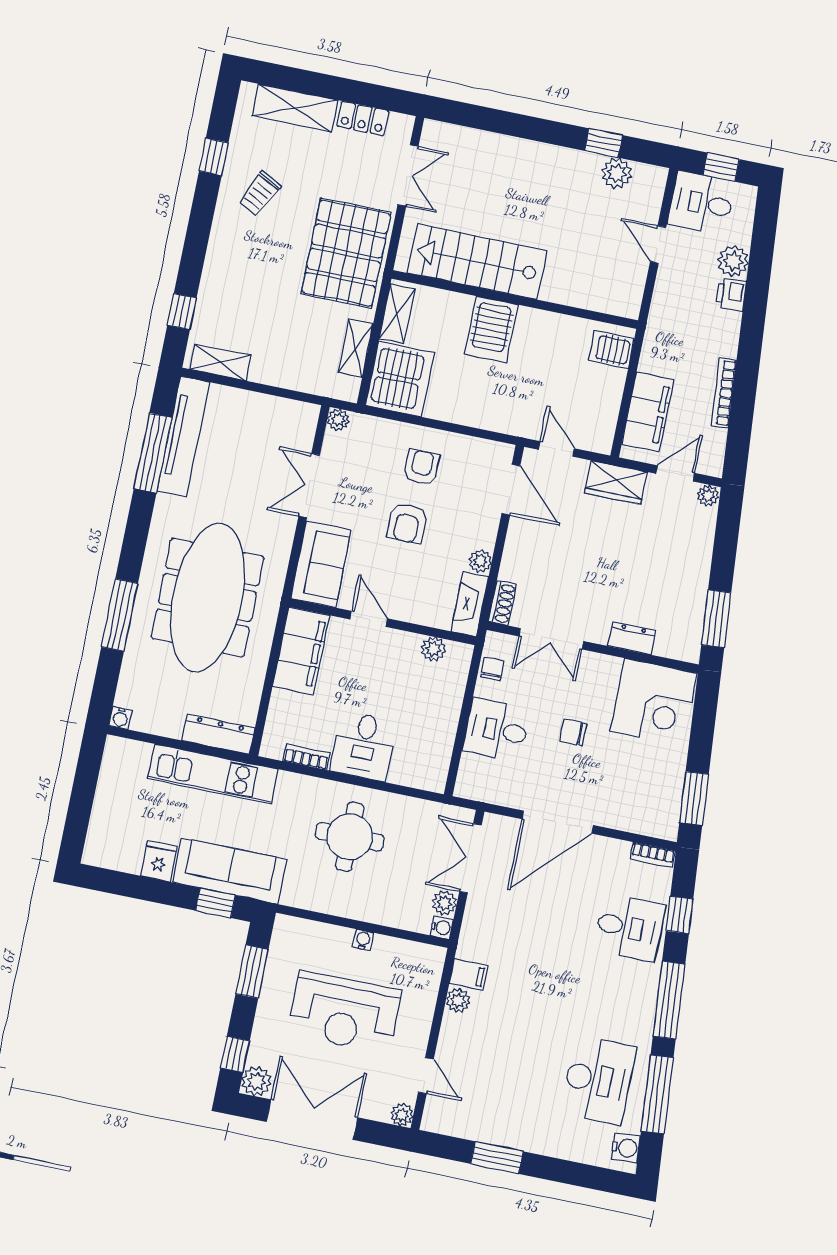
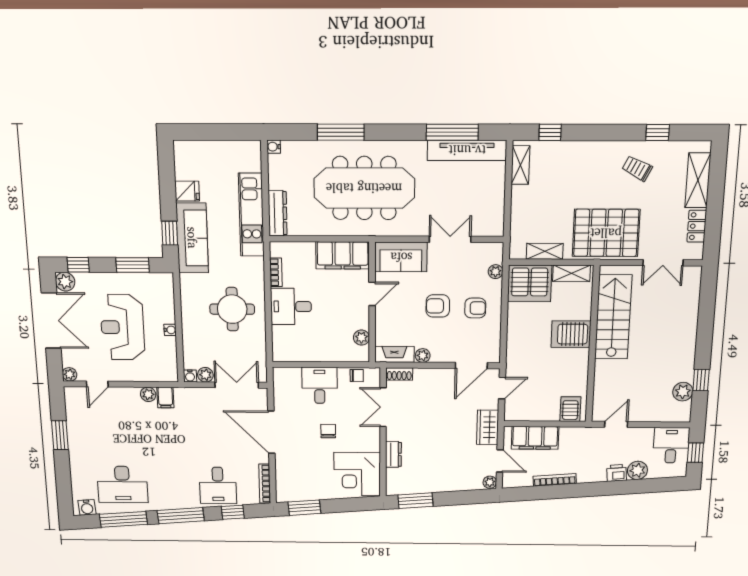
door: (658, 245) -> (616, 424), moved
plant: (338, 420) -> (496, 272), moved
bookcase: (653, 855) -> (265, 484), width x1.56

